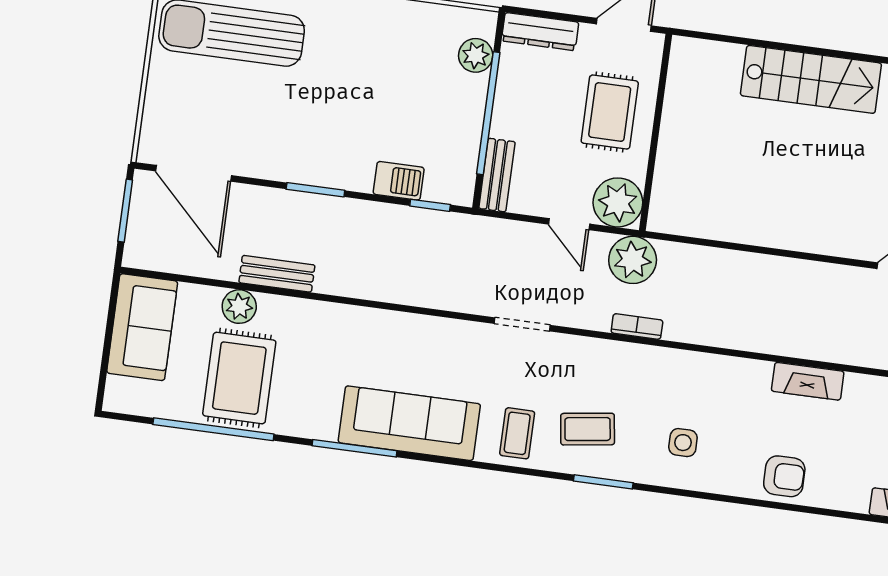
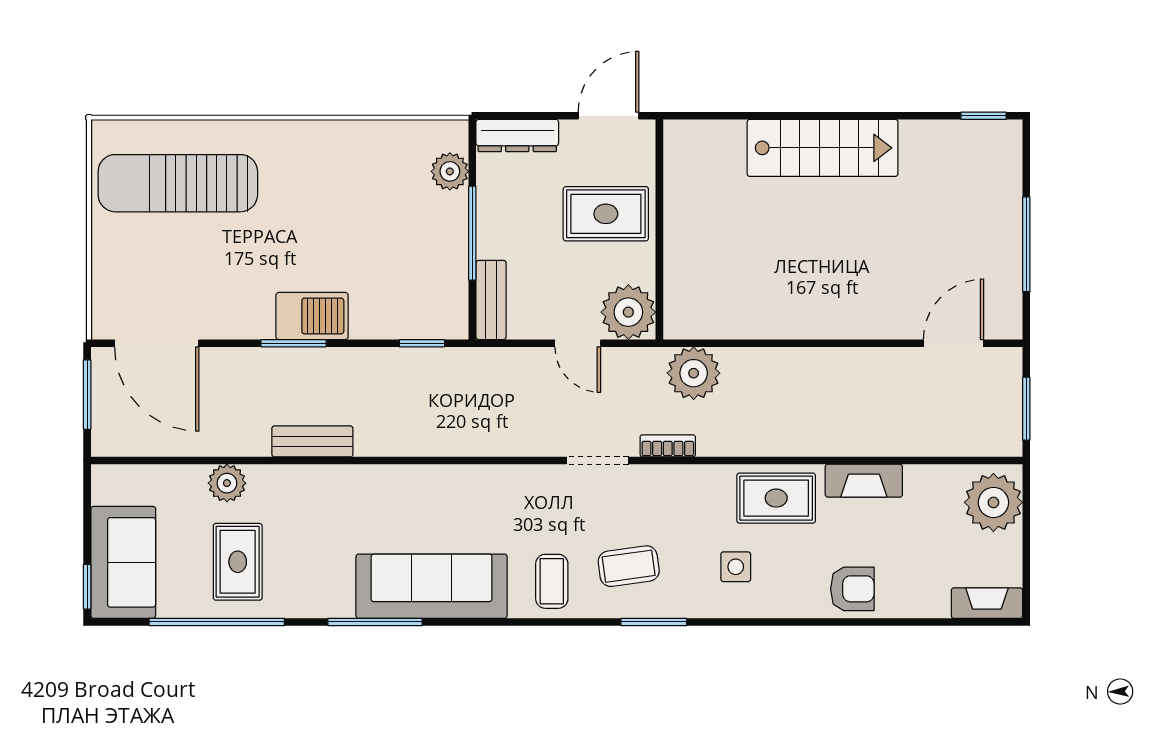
rug: (610, 112) -> (606, 214), turned 90
window: (488, 113) -> (472, 233), width x0.68
barbecue: (399, 181) -> (312, 316), moved, width x1.38, depth x1.27
plant: (633, 260) -> (694, 373), moved
bench: (277, 274) -> (312, 441), moved
doorway: (522, 324) -> (597, 461), moved
sofa: (142, 327) -> (123, 562), moved
rug: (239, 378) -> (238, 562), width x0.73, depth x0.70
window: (102, 382) -> (87, 587), added
rug: (727, 386) -> (776, 498), added

